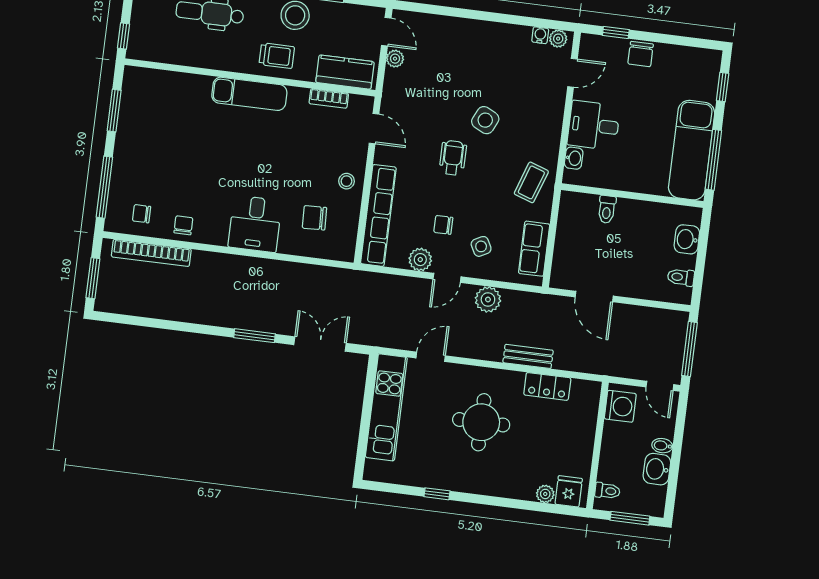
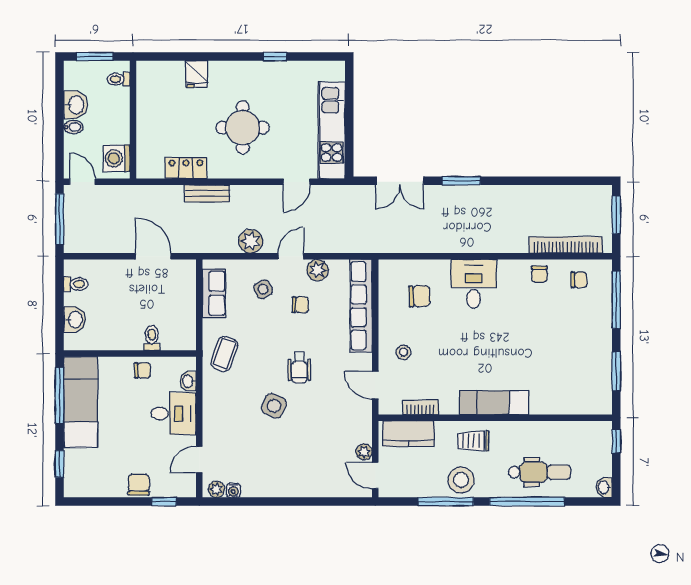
chair: (621, 176) -> (142, 370), added
stool: (347, 181) -> (403, 352), moved
fridge: (569, 491) -> (197, 74), moved
plant: (545, 494) -> (175, 69), removed

